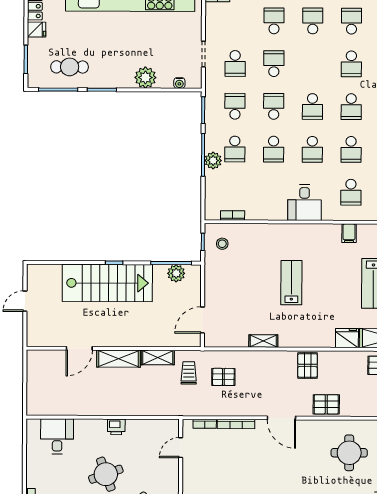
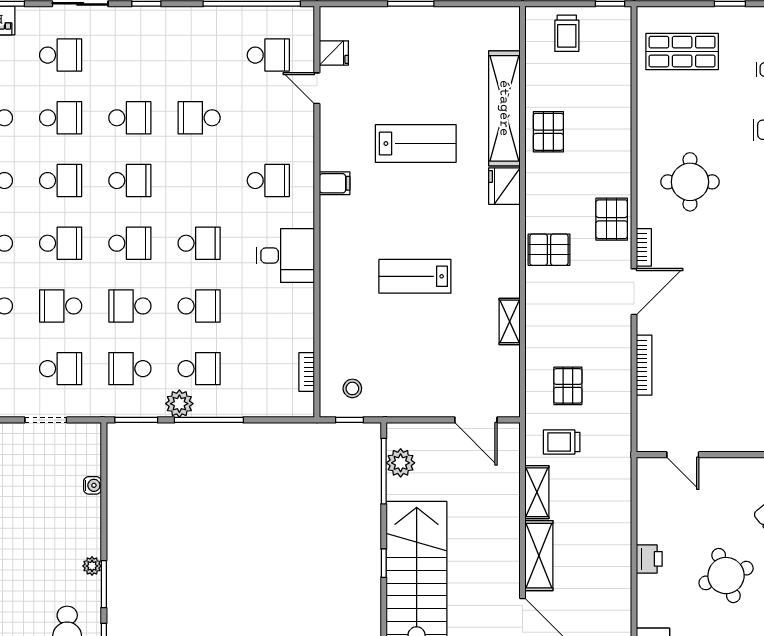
plant: (145, 77) -> (92, 566), moved, width x0.53, depth x0.53
water cooler: (179, 83) -> (93, 485), moved
school desk: (351, 149) -> (61, 243), moved
plant: (213, 160) -> (179, 404), moved
bookcase: (205, 424) -> (644, 247), moved

